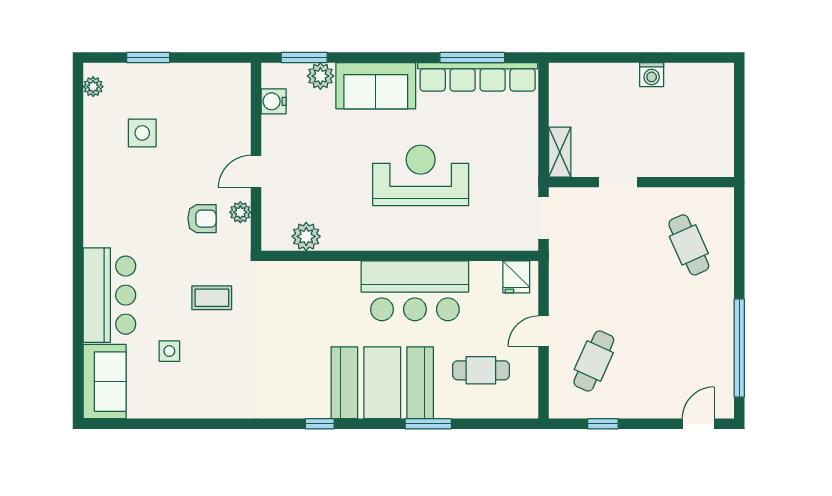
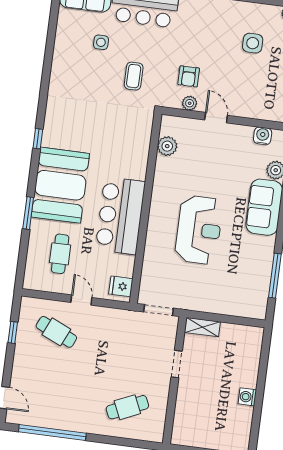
row of seats: (478, 77) -> (261, 278), removed

